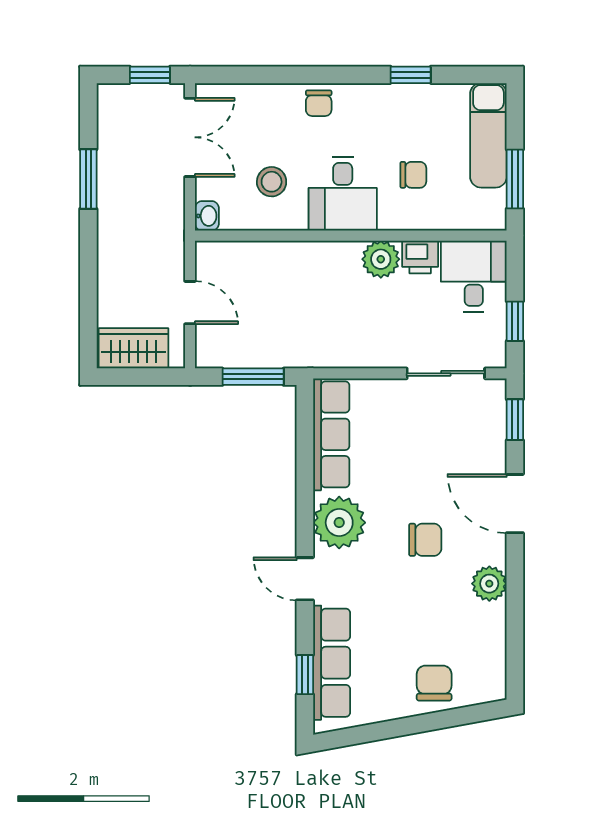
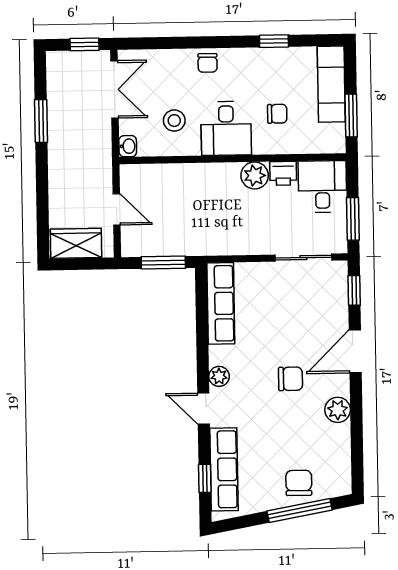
window: (515, 321) -> (353, 219), width x1.50
door: (515, 504) -> (355, 351), hinge flipped
plant: (339, 523) -> (219, 376), width x0.53, depth x0.53
window: (434, 721) -> (300, 510), added

